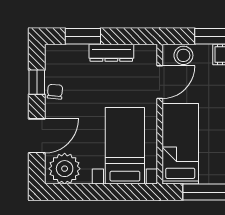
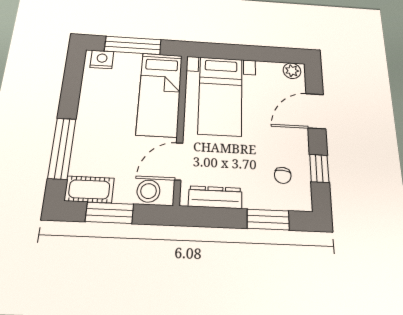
dresser: (111, 53) -> (215, 197), moved
chair: (55, 92) -> (283, 175), moved
plant: (65, 169) -> (292, 71), width x0.53, depth x0.53

